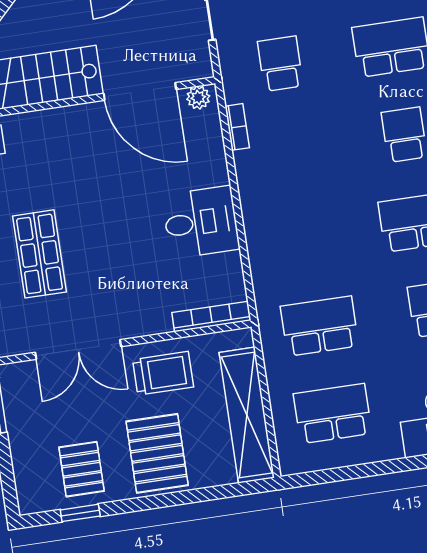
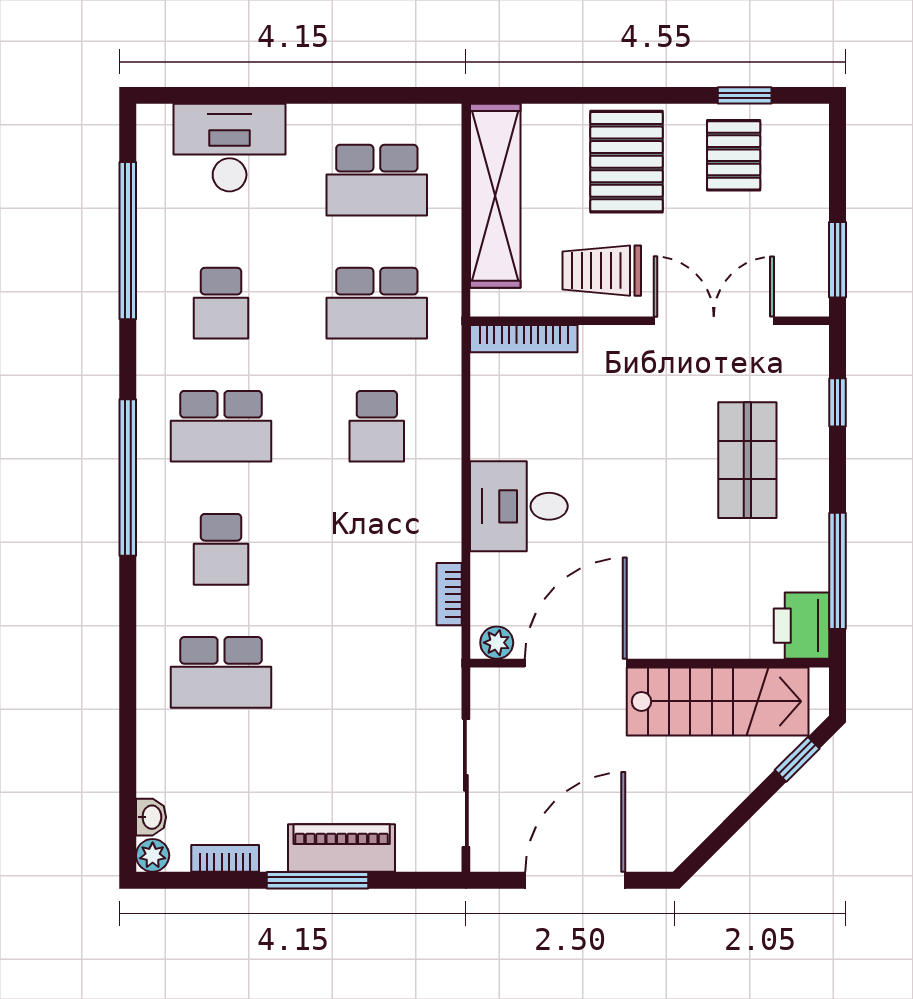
school desk: (280, 64) -> (377, 426), moved
door: (140, 91) -> (576, 663), hinge flipped
desk: (201, 222) -> (519, 506), moved

